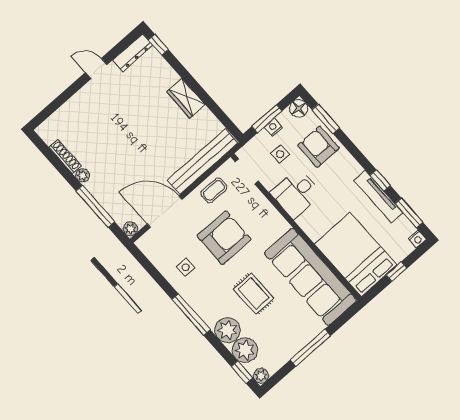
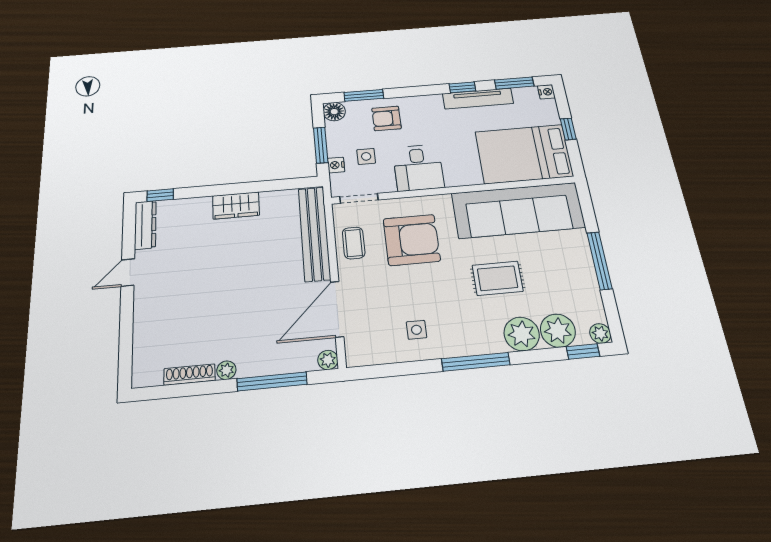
nightstand: (273, 127) -> (336, 165), moved
armchair: (318, 147) -> (386, 118), width x0.72, depth x0.72
armchair: (224, 238) -> (412, 240), moved, turned 90

